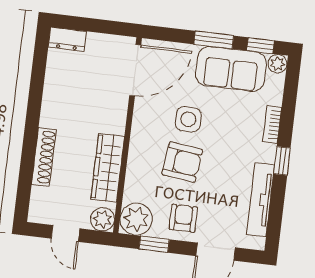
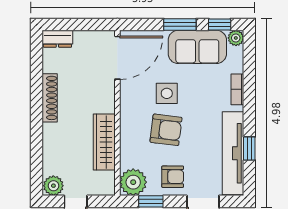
shoe rack: (44, 157) -> (50, 98), moved
window: (282, 161) -> (249, 149), moved
tv unit: (261, 200) -> (233, 153), width x1.36, depth x1.29
armchair: (183, 218) -> (173, 177), turned 90
plant: (103, 219) -> (53, 186), moved

